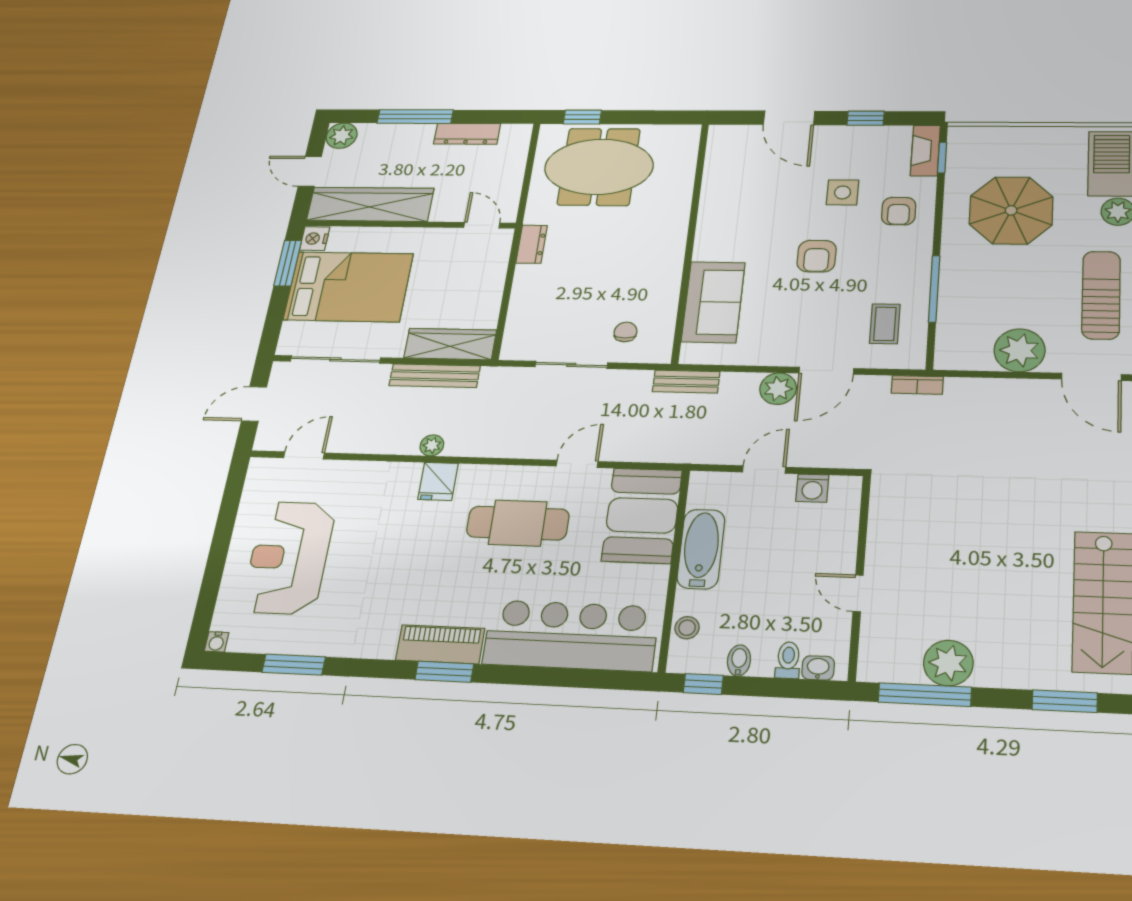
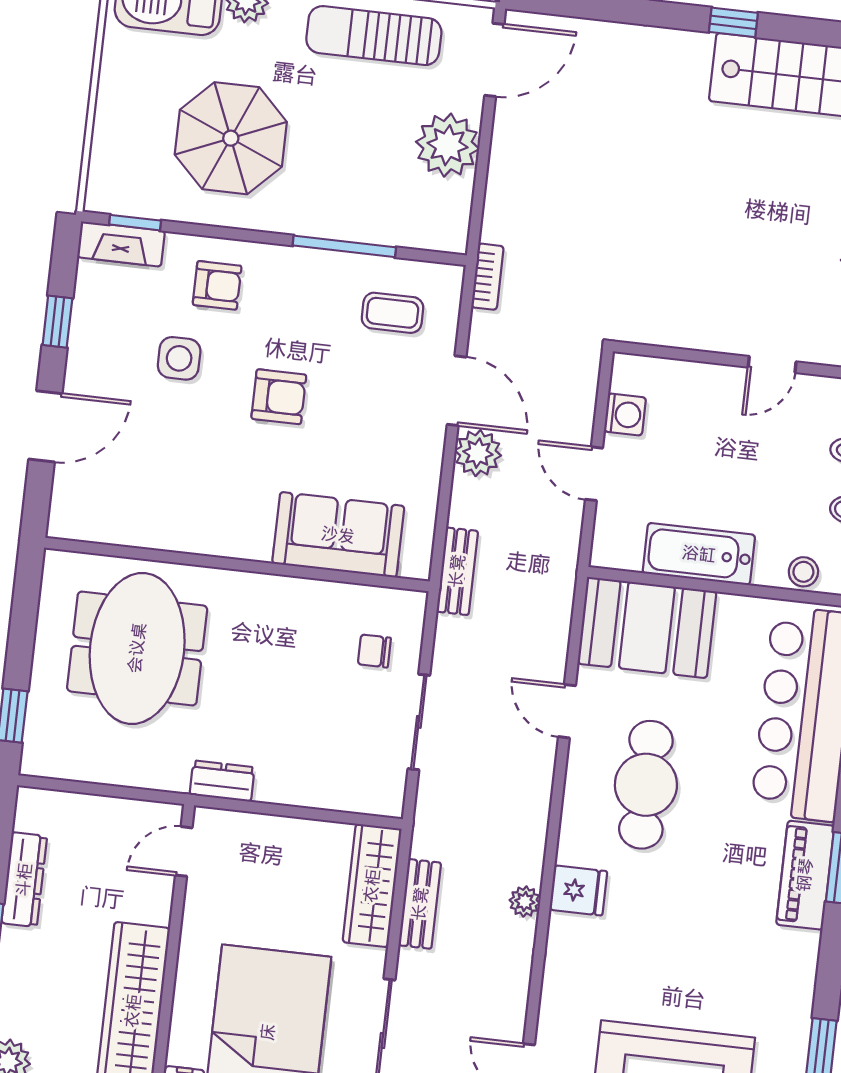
meeting table: (599, 167) -> (137, 648), moved
bench: (435, 376) -> (420, 904), width x0.73

